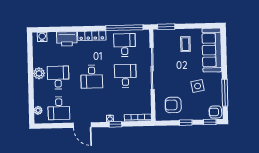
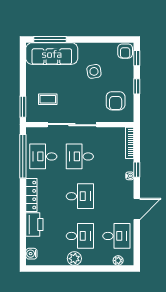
coffee table: (185, 44) -> (48, 99), moved
desk: (58, 77) -> (80, 236), turned 180
window: (225, 93) -> (50, 39), moved

